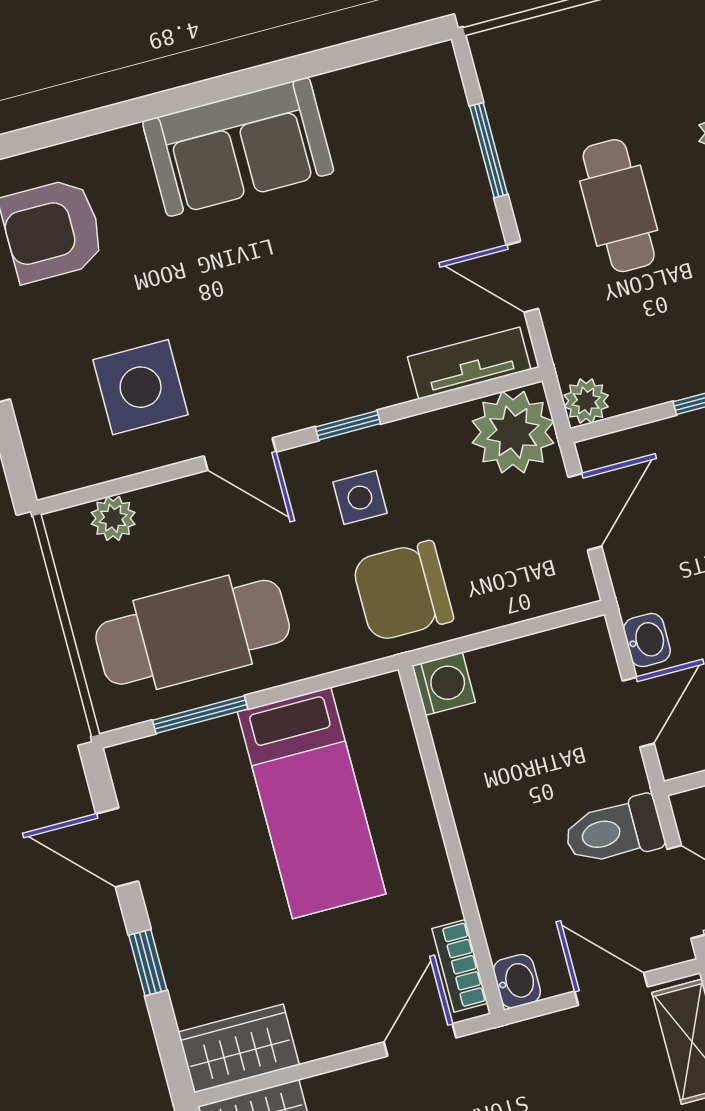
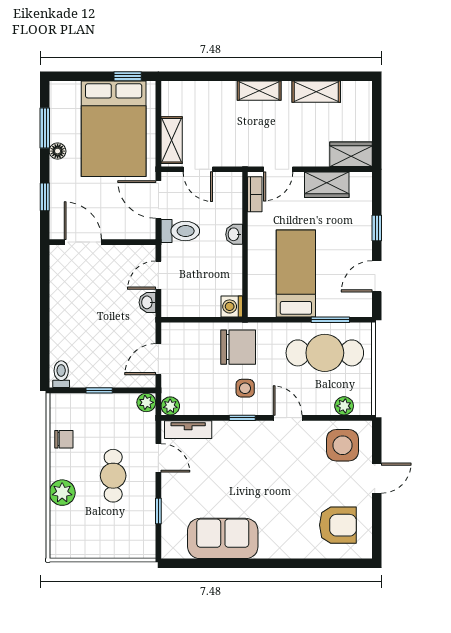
sofa: (238, 147) -> (223, 538), moved
window: (489, 150) -> (158, 511), width x0.67
side table: (141, 387) -> (342, 445), moved
plant: (513, 432) -> (170, 406), width x0.53, depth x0.53
door: (117, 848) -> (377, 276), swing flipped
washbasin: (517, 981) -> (234, 234), moved
wardrobe: (239, 1048) -> (327, 185), moved

